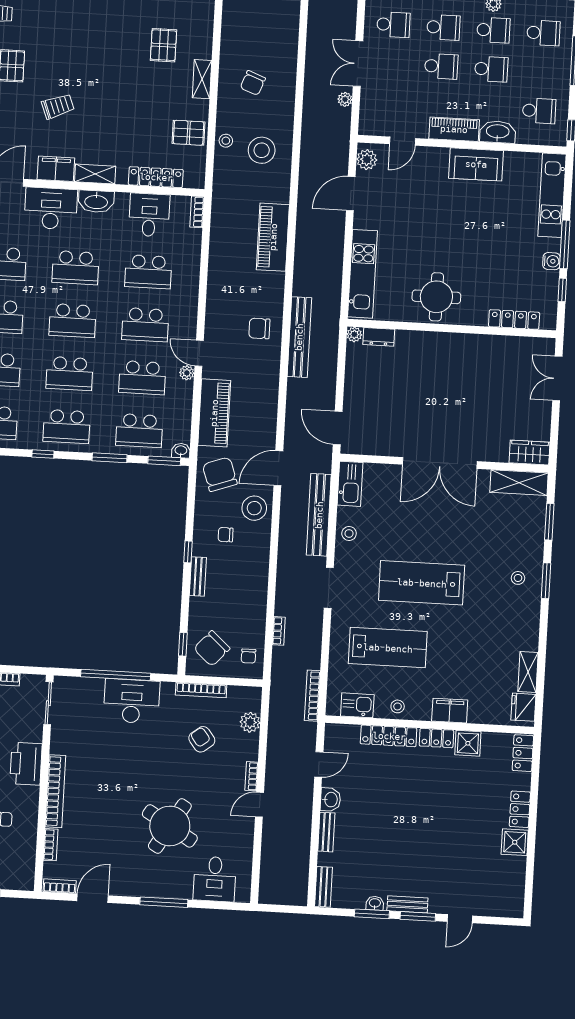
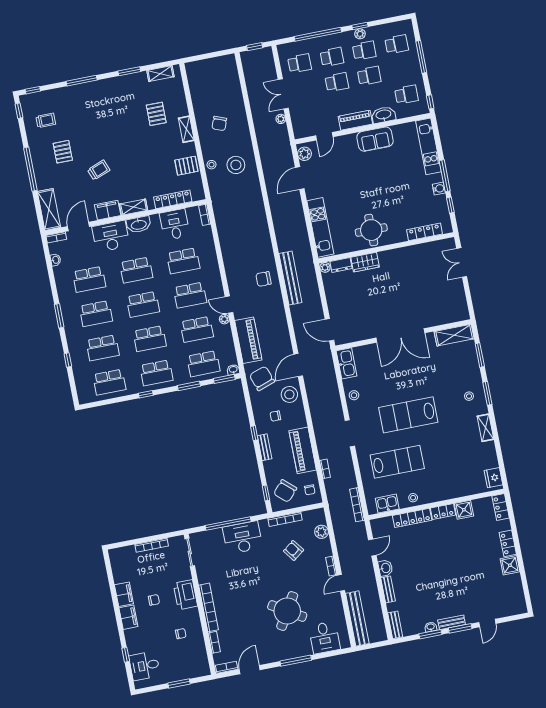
piano: (273, 237) -> (303, 450), moved
wardrobe: (530, 453) -> (365, 262), moved, turned 180
bench: (319, 515) -> (357, 618), moved
shelving: (528, 672) -> (485, 428), moved
filing cabinet: (450, 711) -> (447, 492), removed

